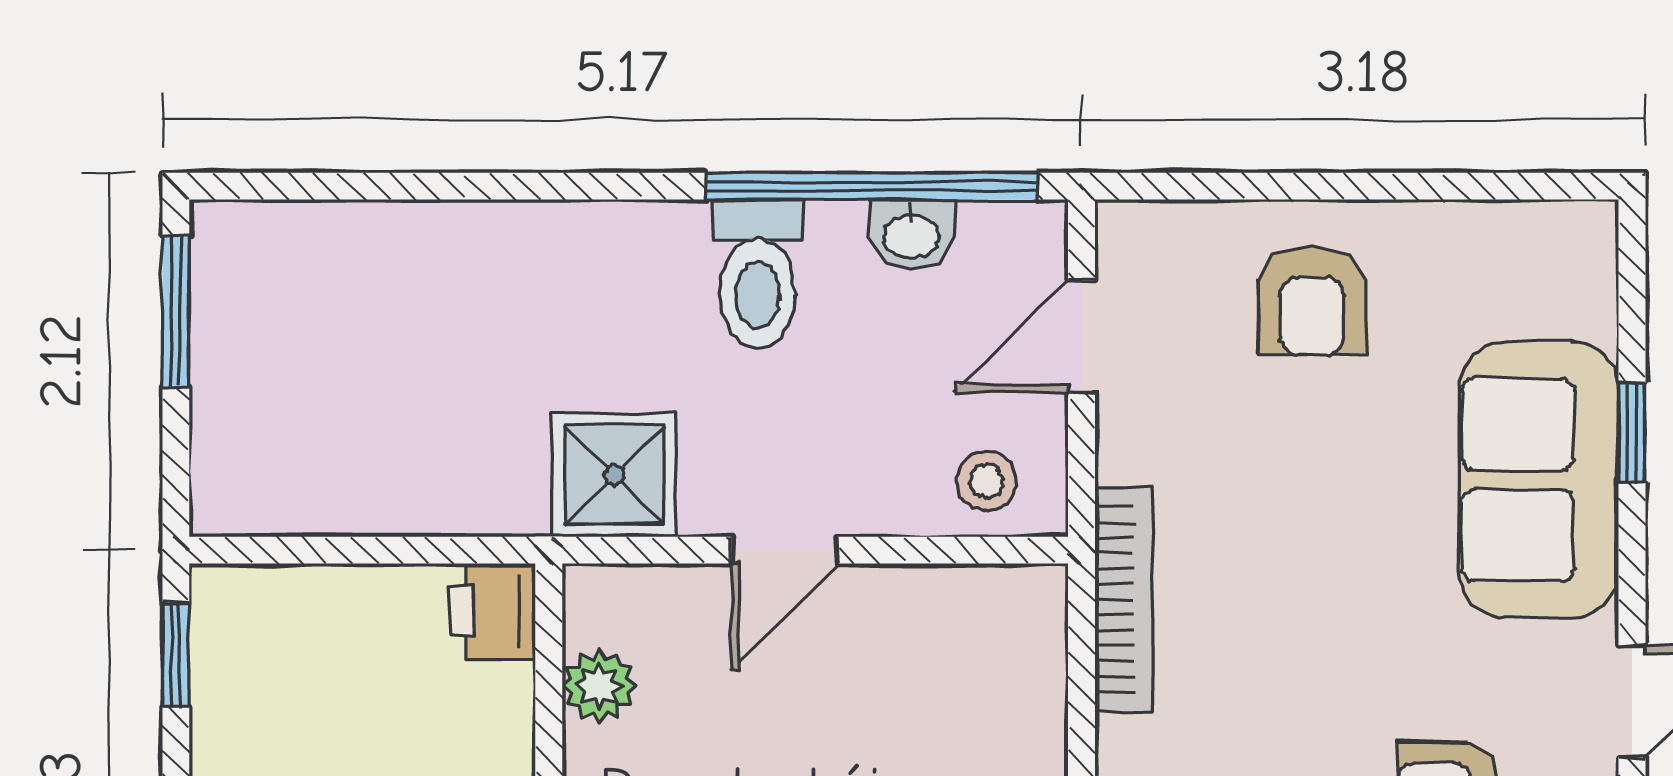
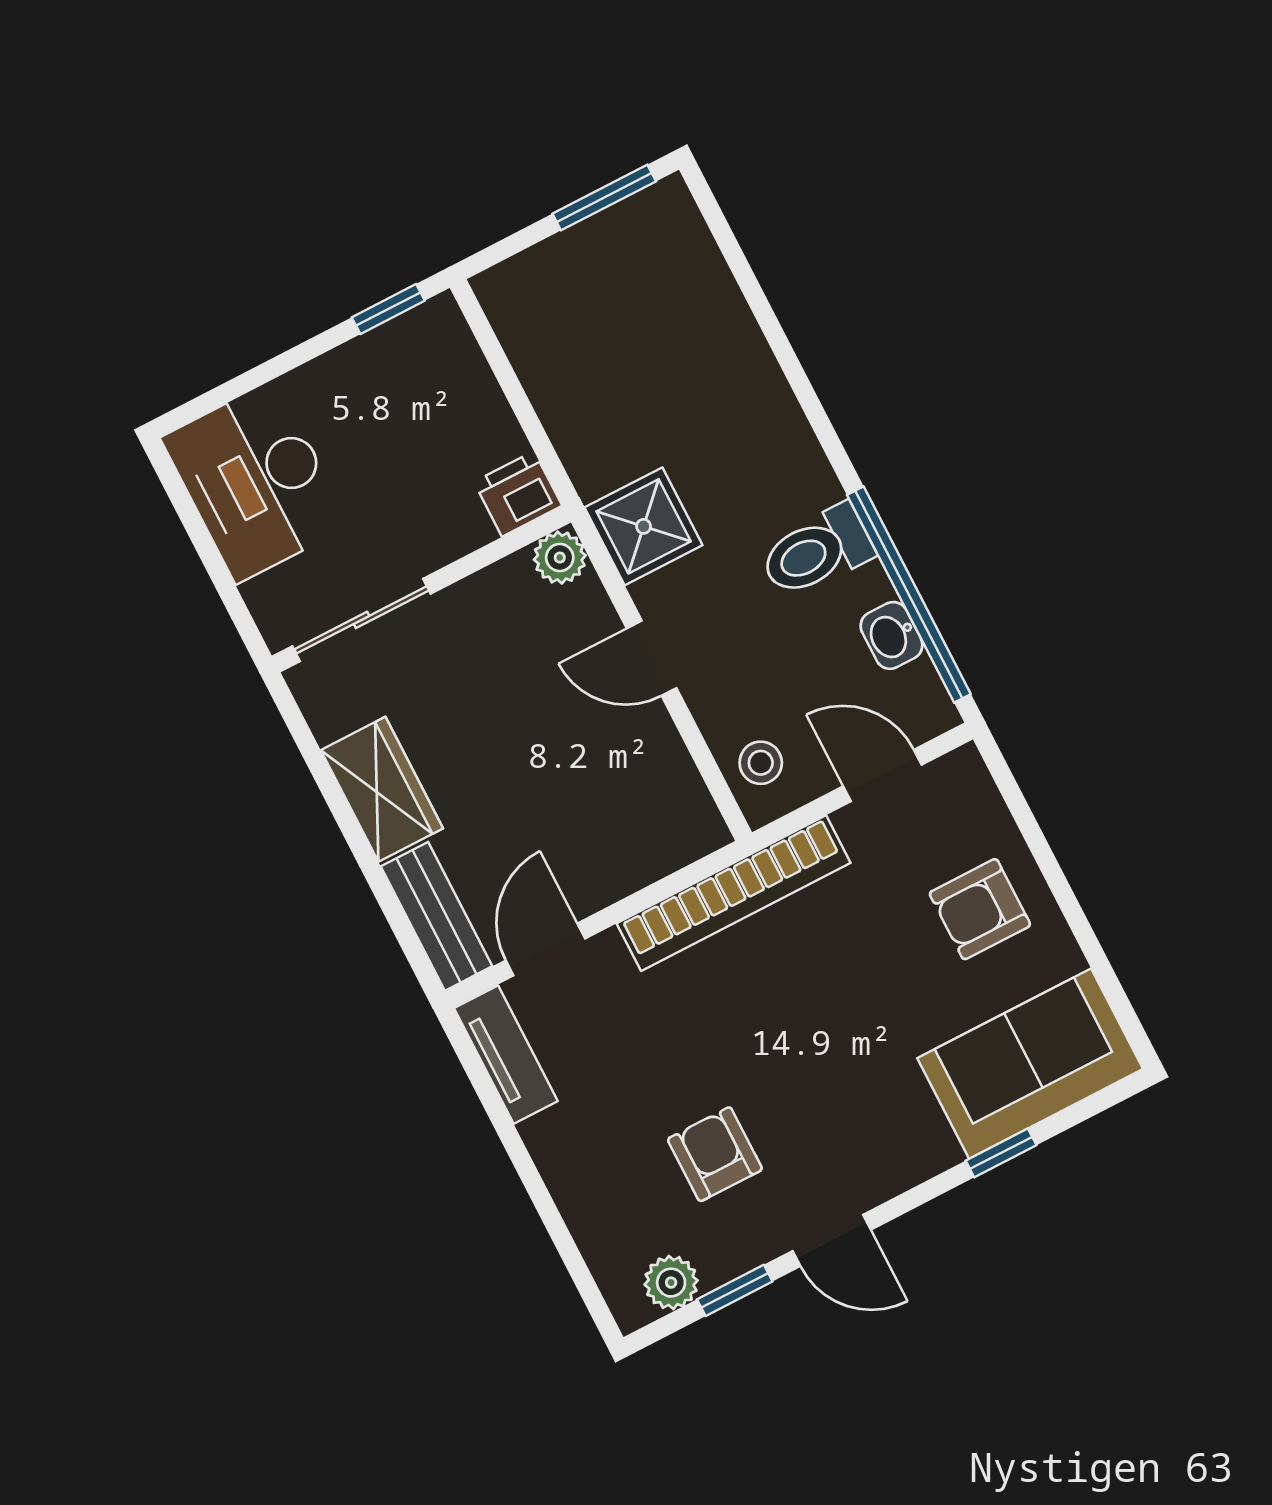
sofa: (1539, 480) -> (1030, 1064), moved
bookcase: (1124, 600) -> (734, 893), width x1.48, depth x1.31
plant: (599, 686) -> (560, 558), moved

